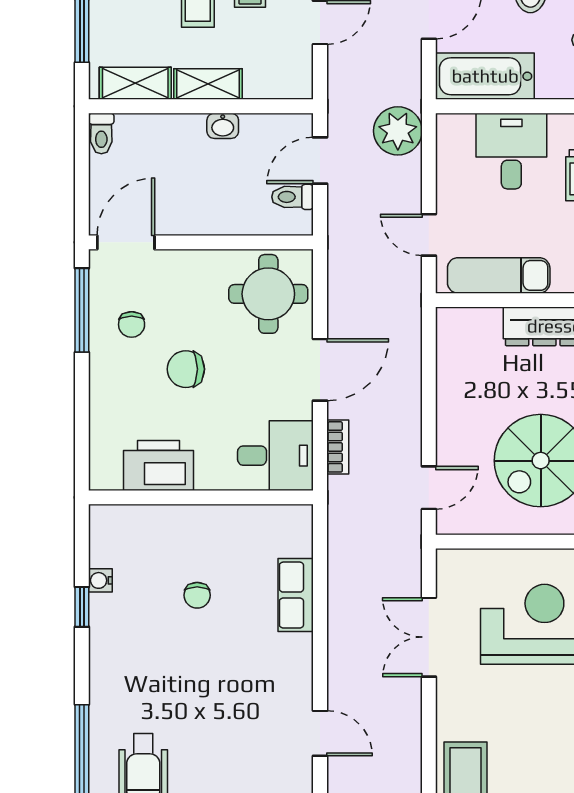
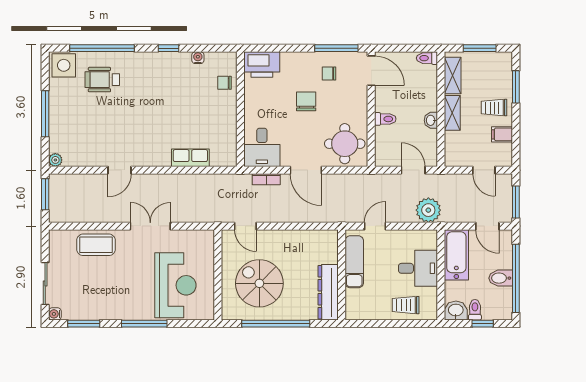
toilet: (293, 197) -> (385, 119), moved, turned 90
printer: (159, 466) -> (262, 65), moved, turned 90
chair: (197, 595) -> (225, 83), moved
window: (82, 607) -> (169, 48), moved
double door: (429, 637) -> (150, 226), moved

